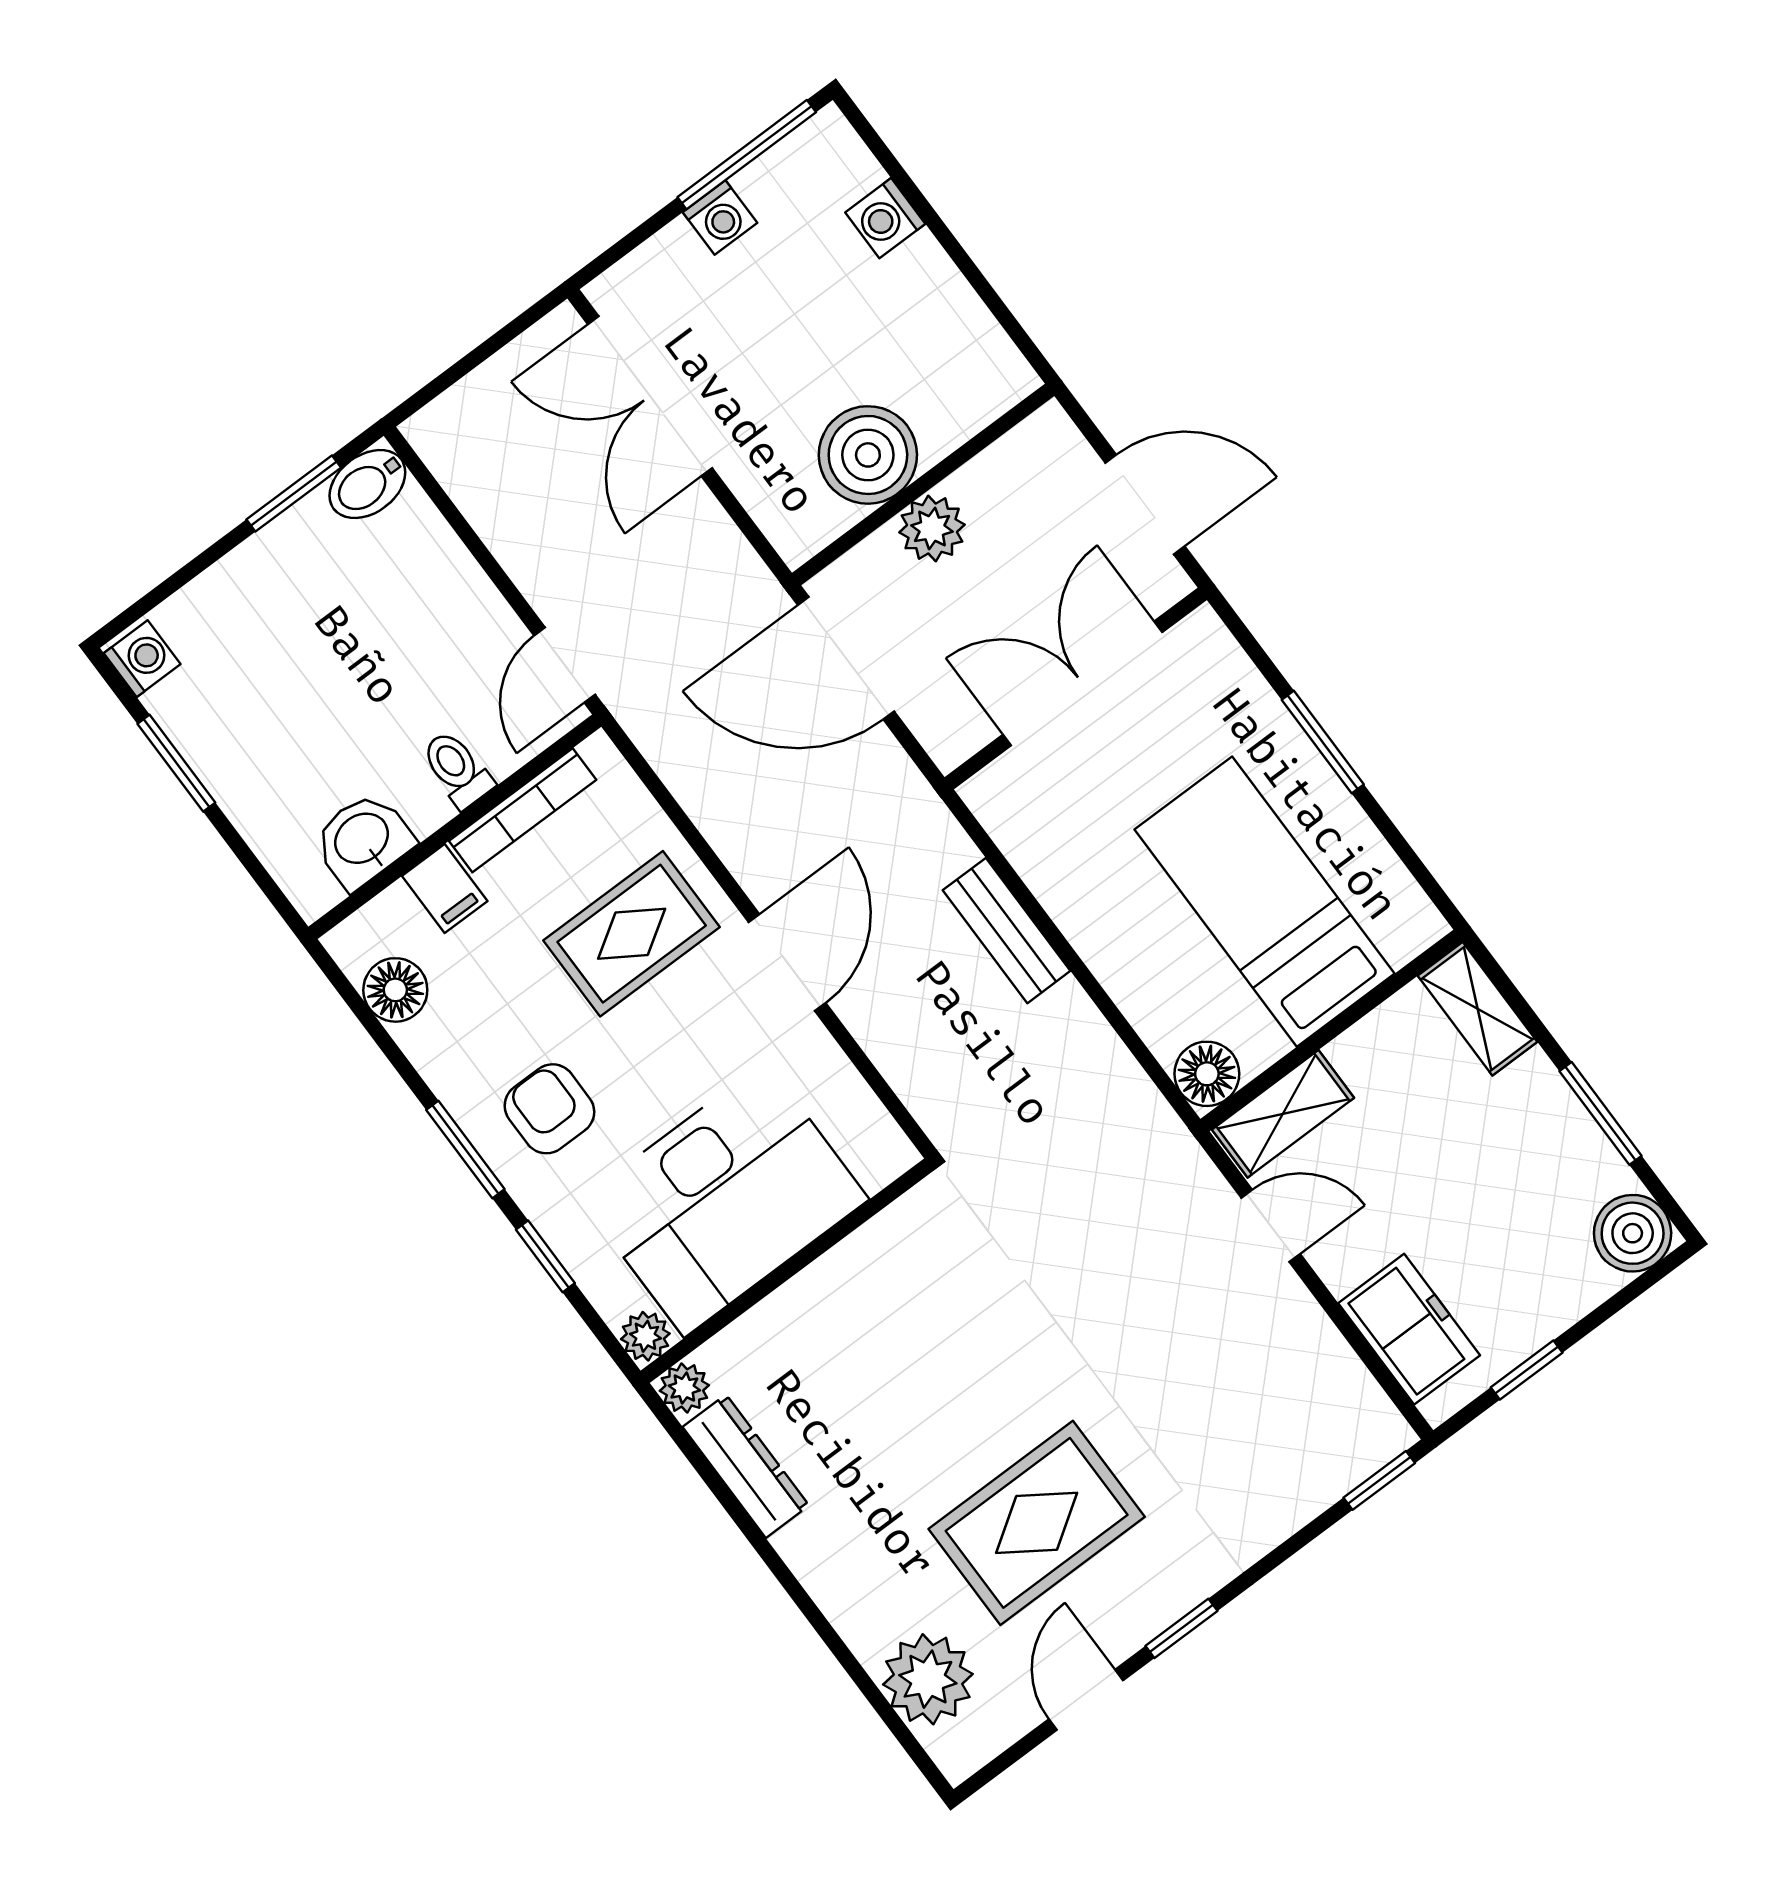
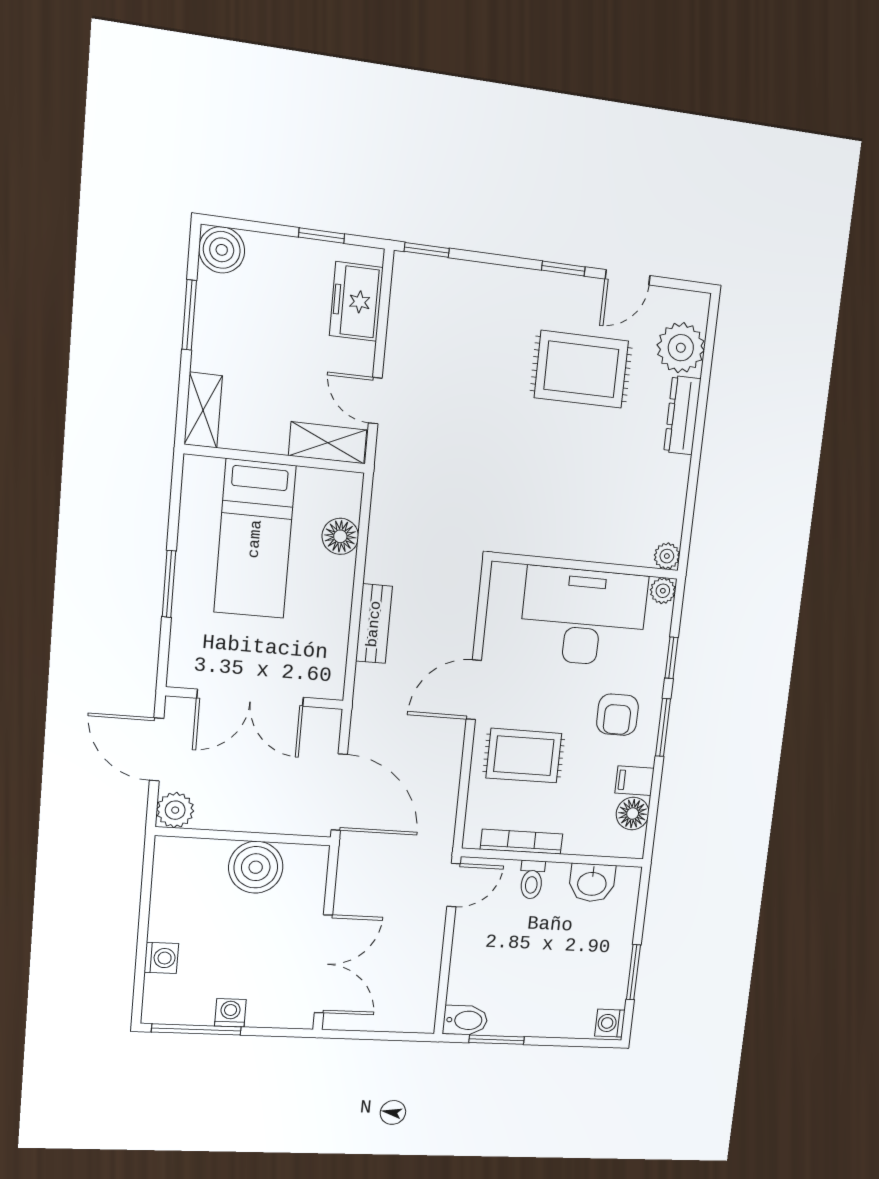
plant: (932, 528) -> (175, 810), moved
filing cabinet: (445, 889) -> (635, 781), moved, turned -90
floor lamp: (1207, 1074) -> (340, 536), moved
dresser: (746, 1466) -> (682, 415), moved

